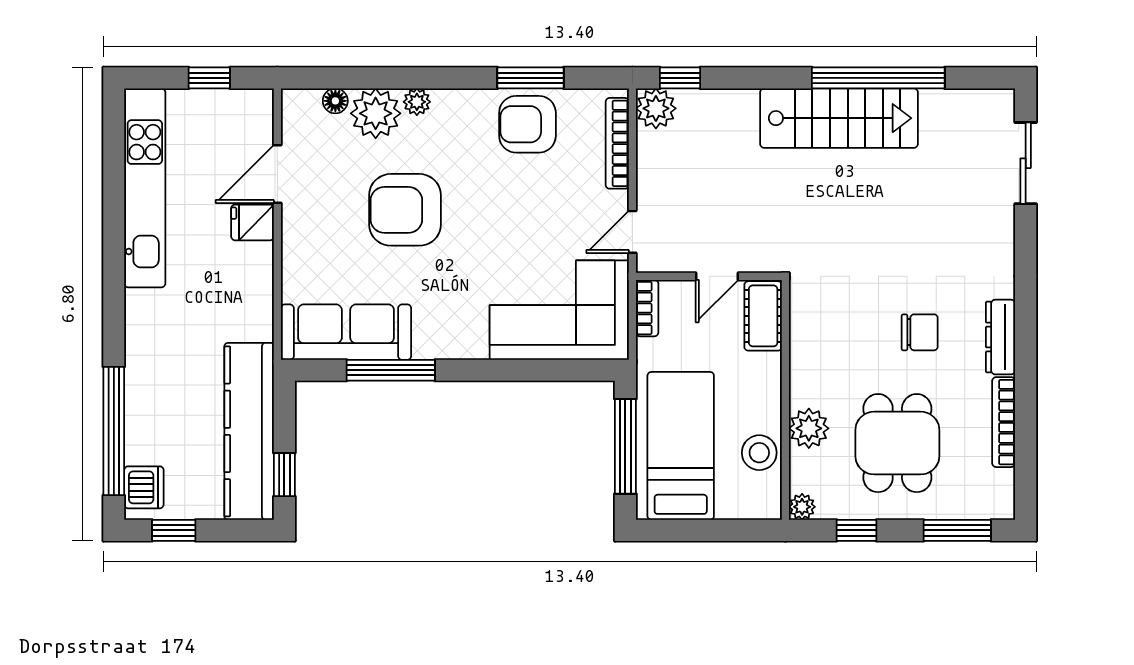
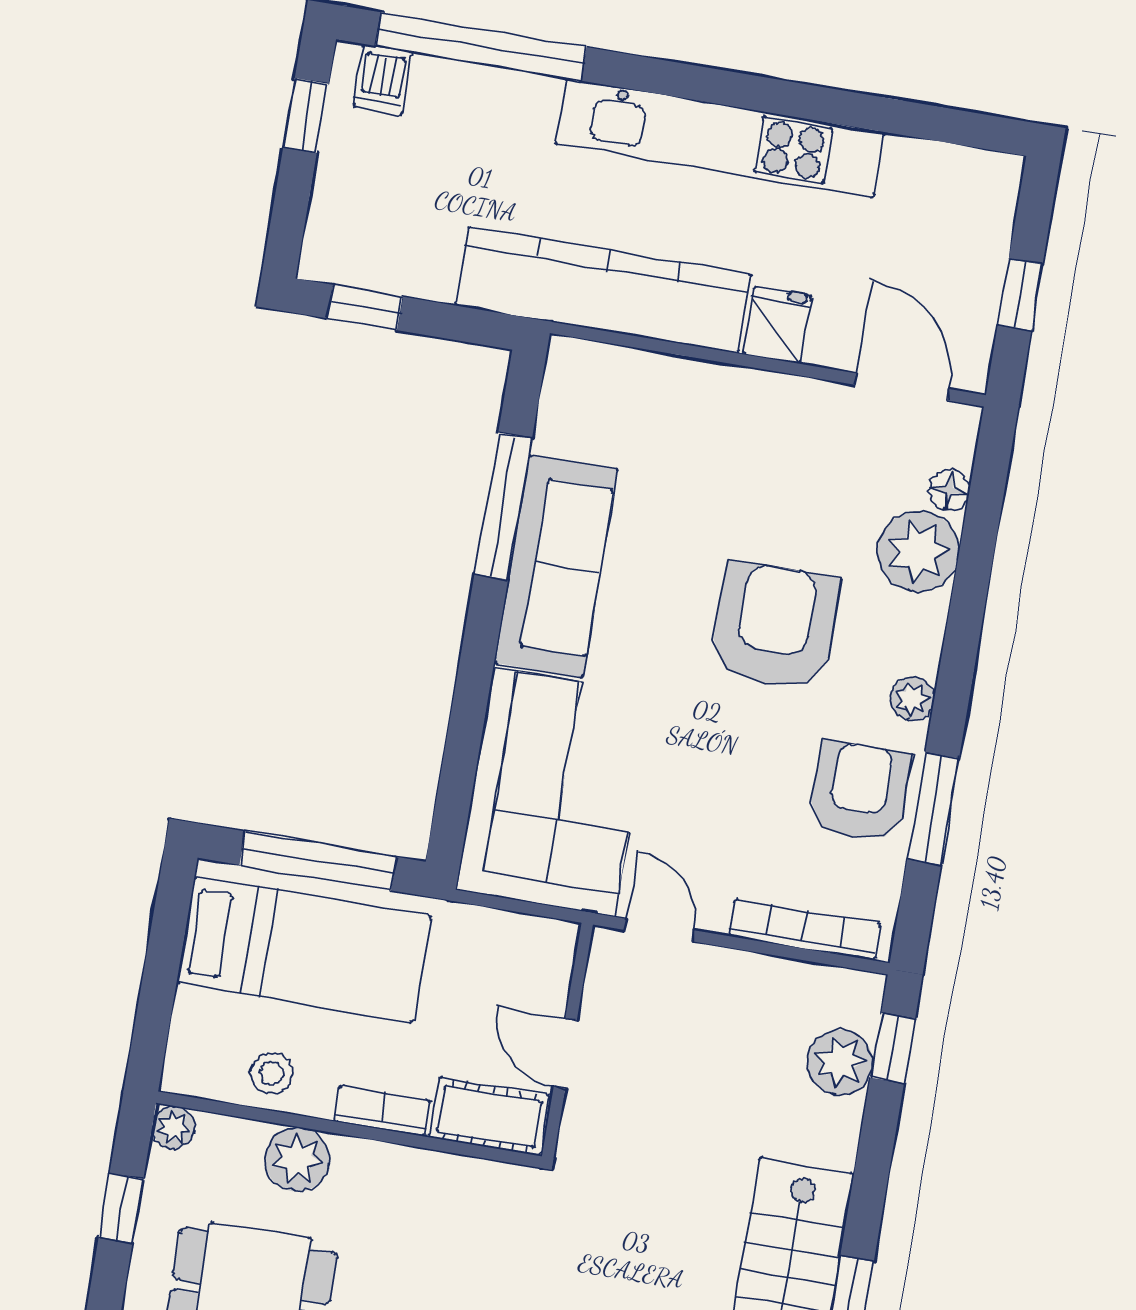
plant: (417, 102) -> (912, 699), moved
plant: (656, 108) -> (840, 1062), moved
door: (277, 174) -> (902, 387), moved
kitchen unit: (145, 188) -> (720, 138), moved
armchair: (405, 210) -> (775, 626), moved
bookcase: (647, 308) -> (382, 1111), moved, turned 180
sofa: (346, 332) -> (556, 566), moved
kitchen counter: (249, 431) -> (603, 290), moved
stool: (759, 453) -> (272, 1073), width x0.73, depth x0.73
dishwasher: (144, 487) -> (383, 79), width x0.73

